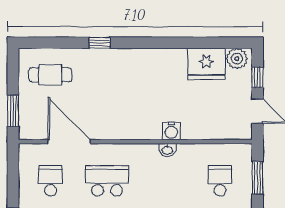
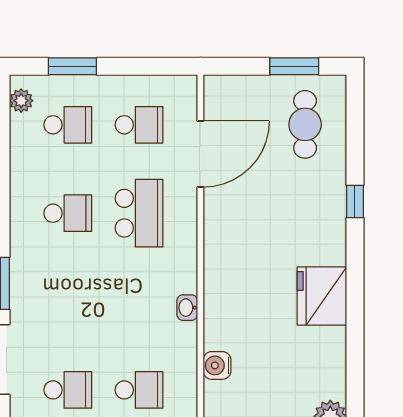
fridge: (206, 64) -> (322, 296), moved
window: (13, 111) -> (294, 66), moved
water cooler: (171, 131) -> (217, 365), moved

